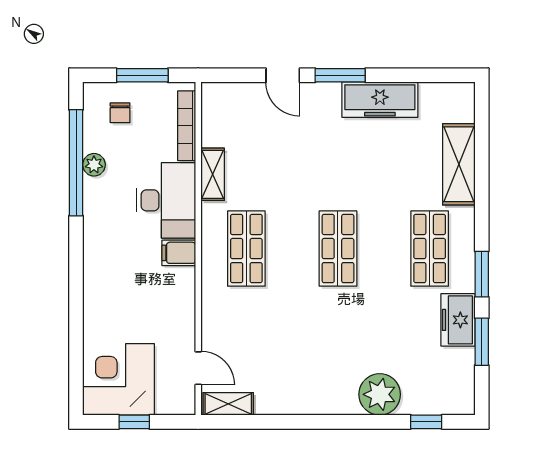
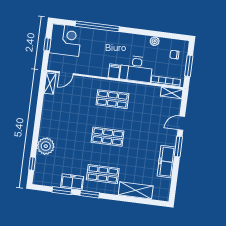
window: (76, 163) -> (97, 26), moved
shelving: (213, 174) -> (172, 93), moved

